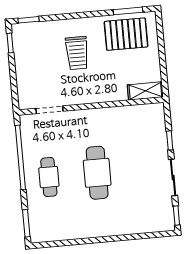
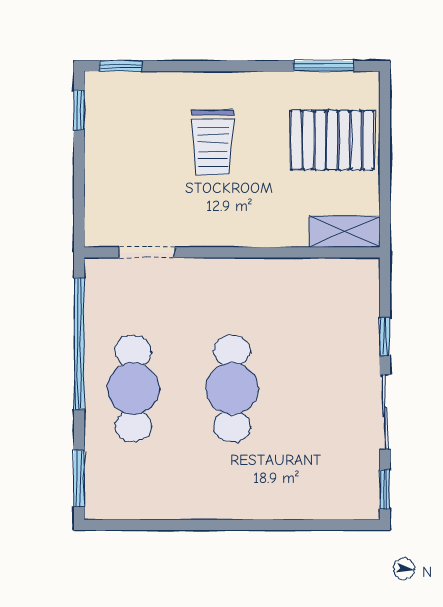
pallet: (126, 34) -> (332, 140), moved
cafe table: (49, 177) -> (133, 389), width x1.37, depth x1.35

